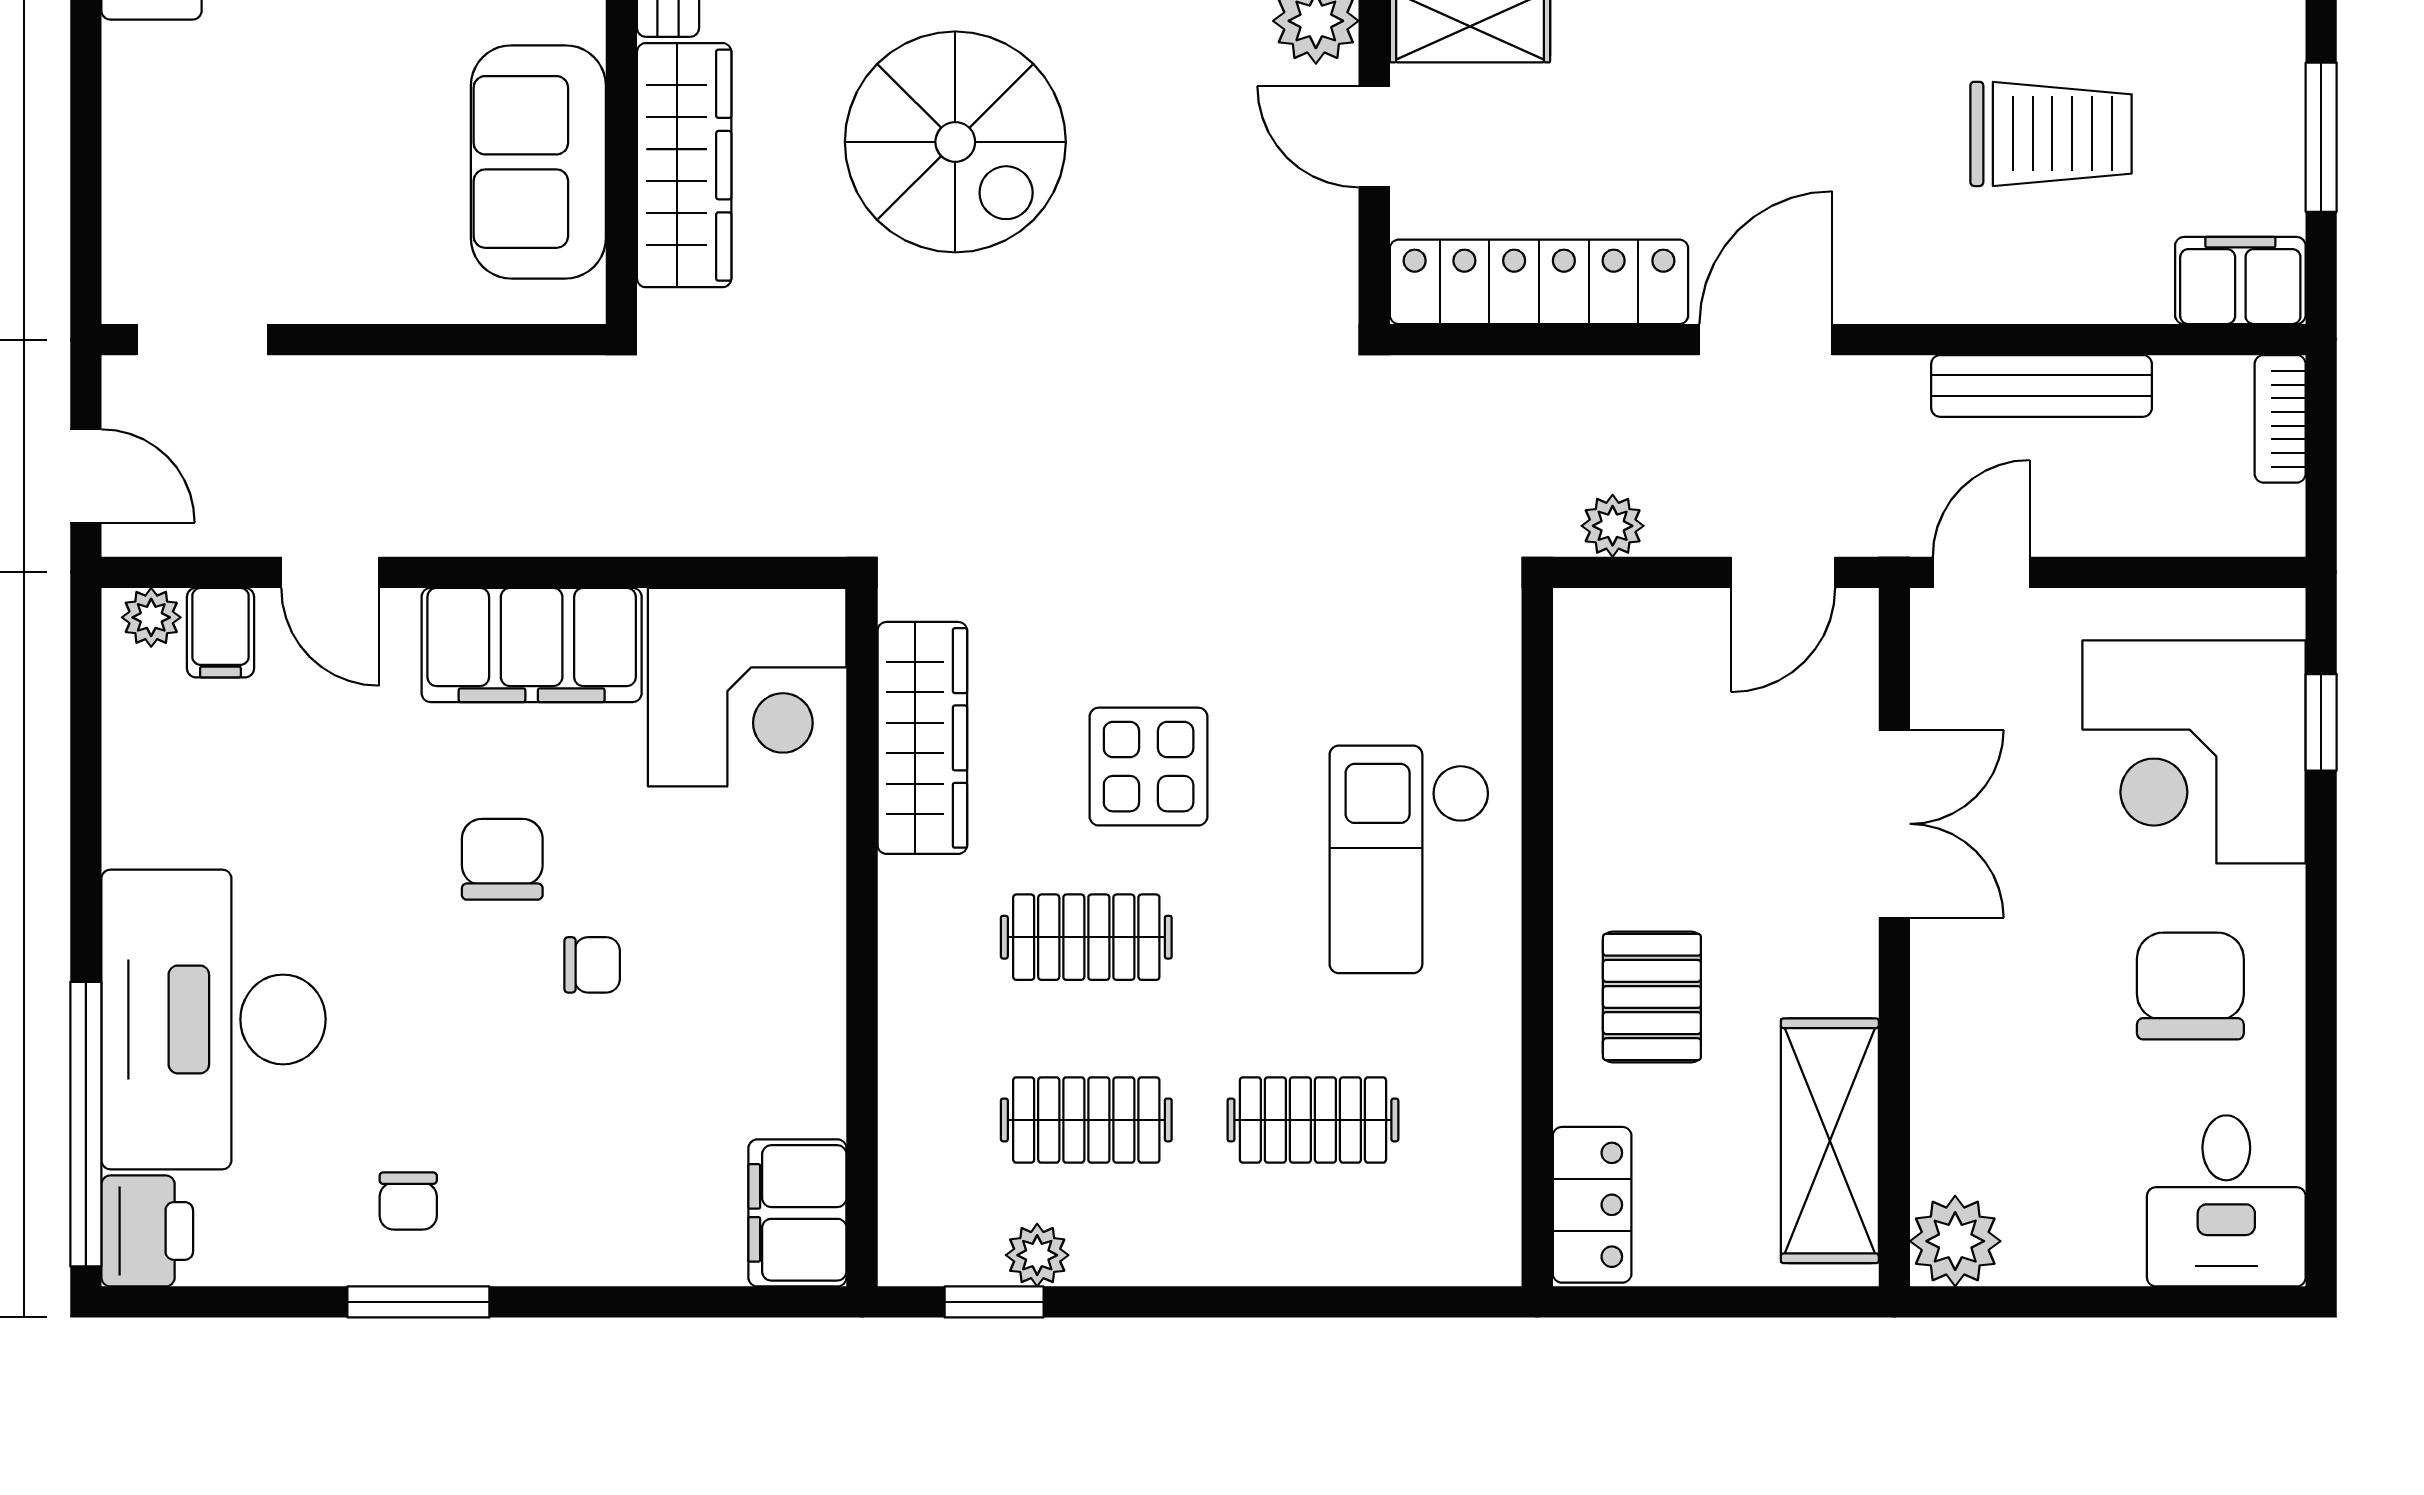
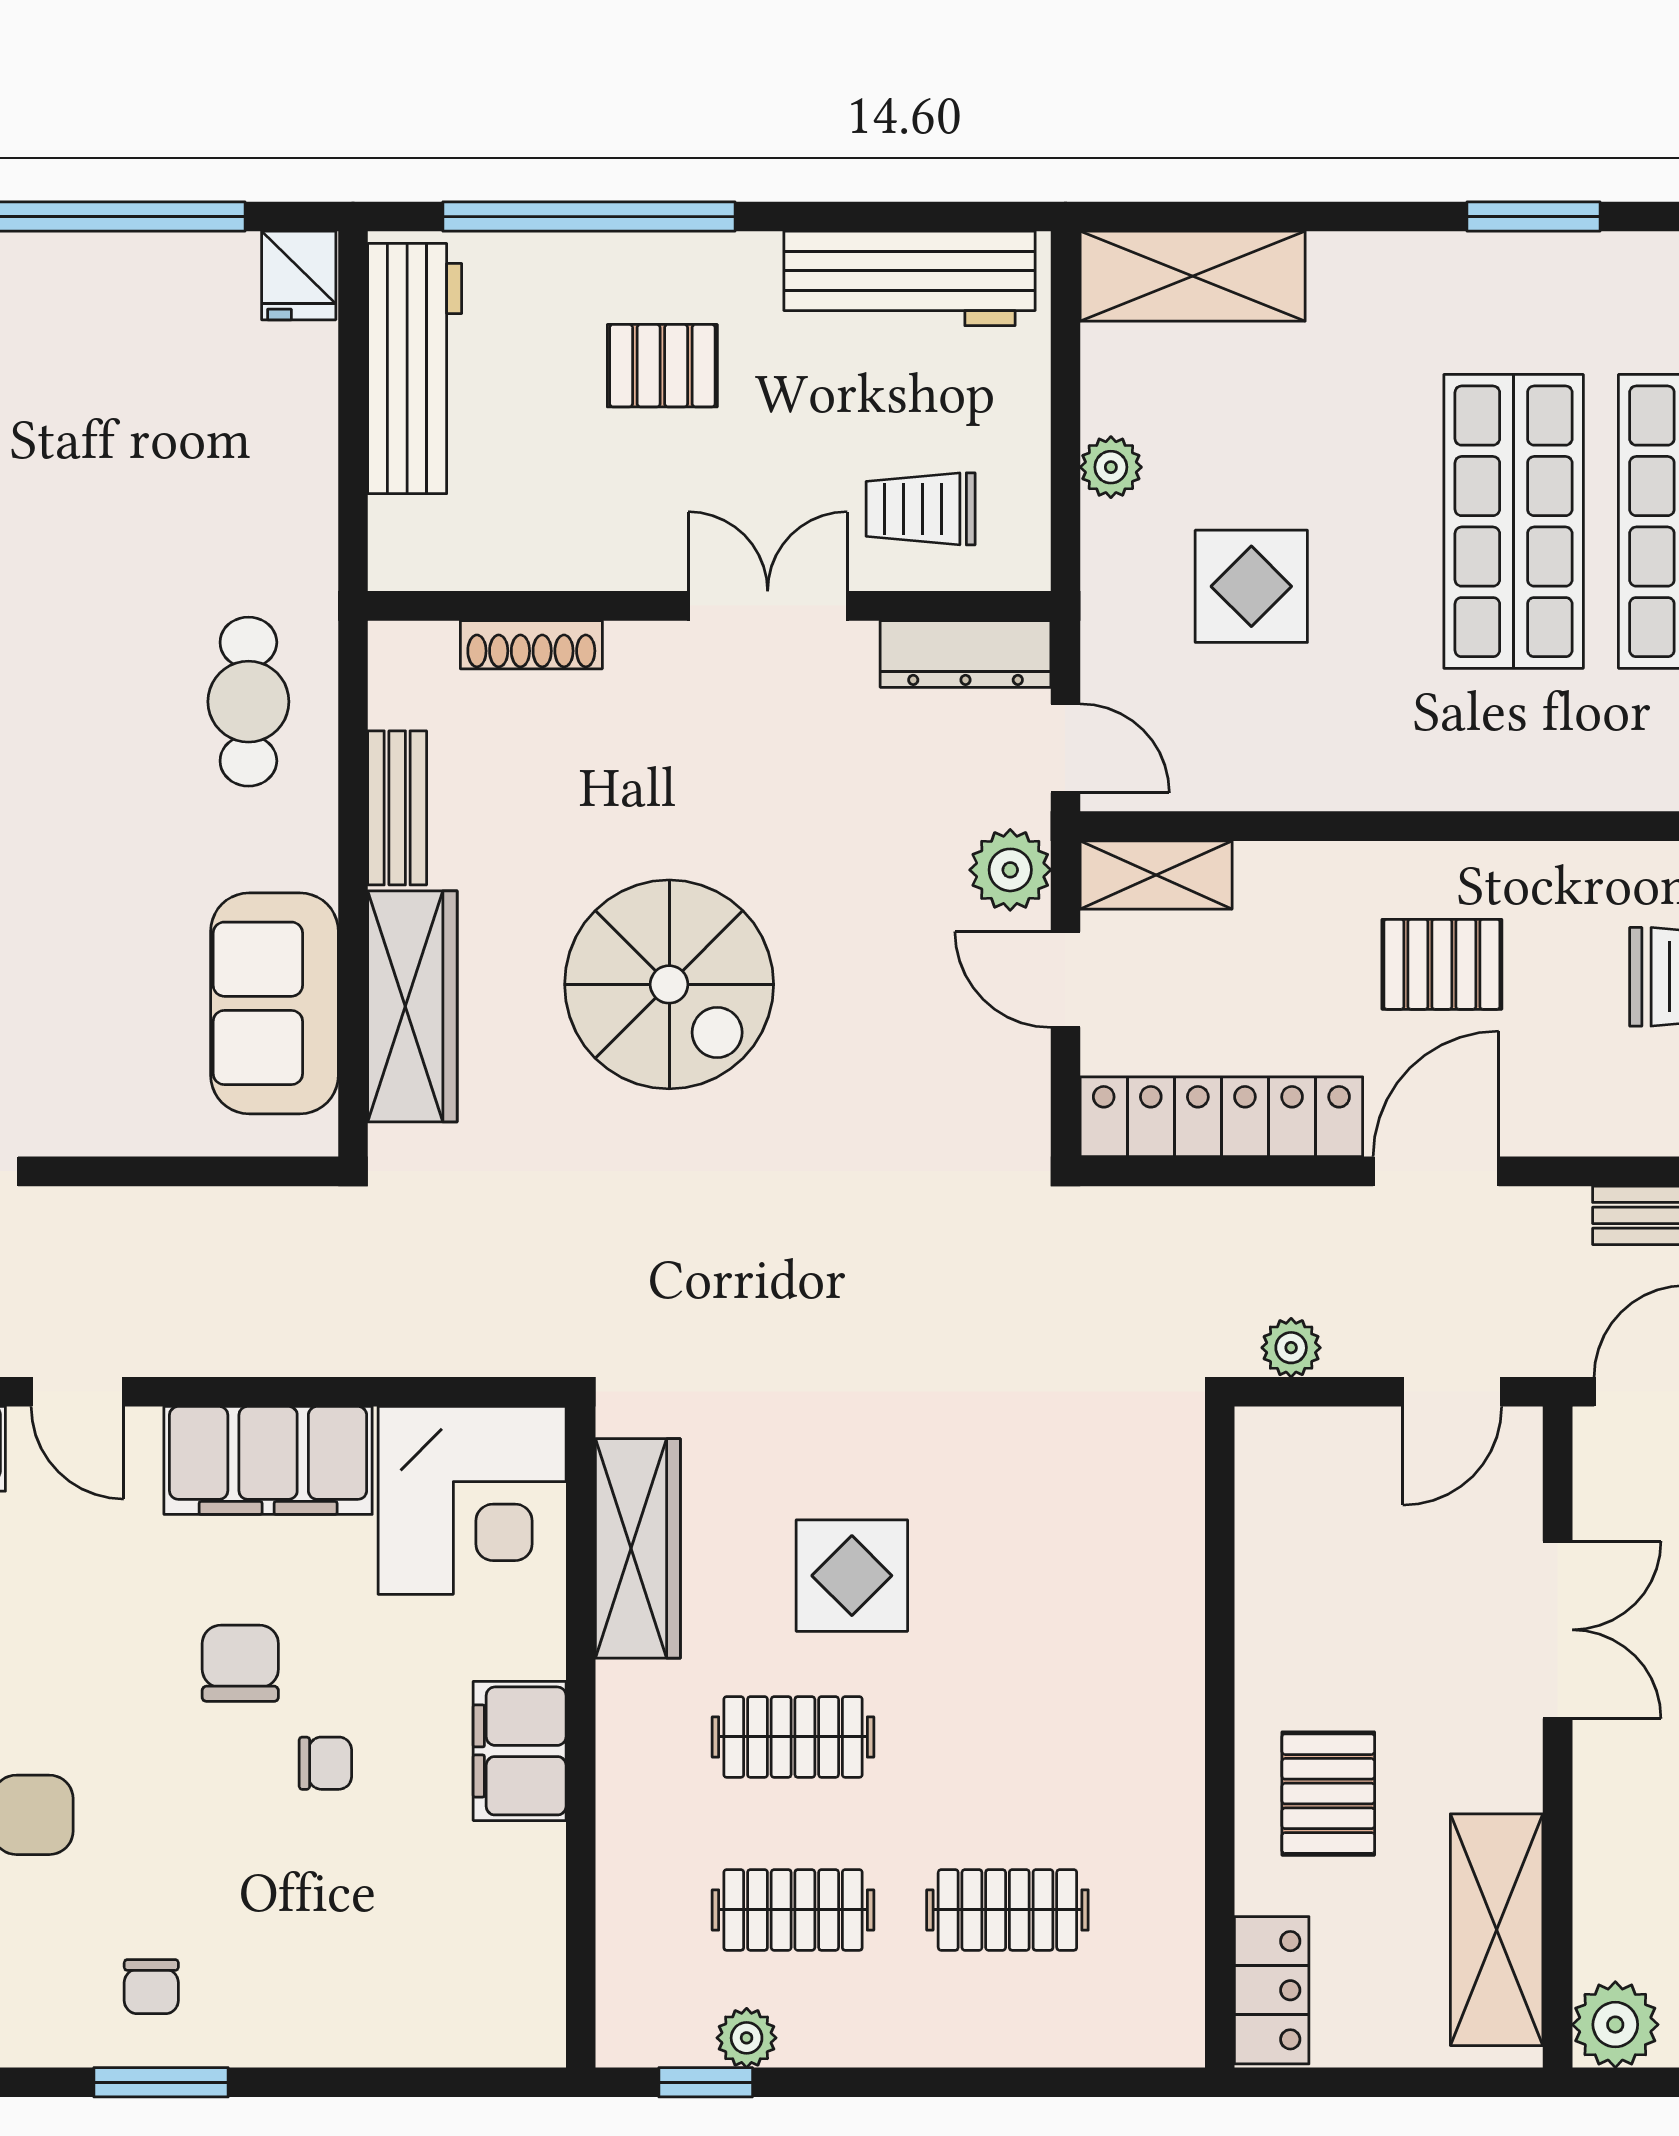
pallet: (1772, 121) -> (1442, 964), added
checkout: (1410, 859) -> (1099, 1663), removed
filing cabinet: (797, 1213) -> (520, 1751), moved

